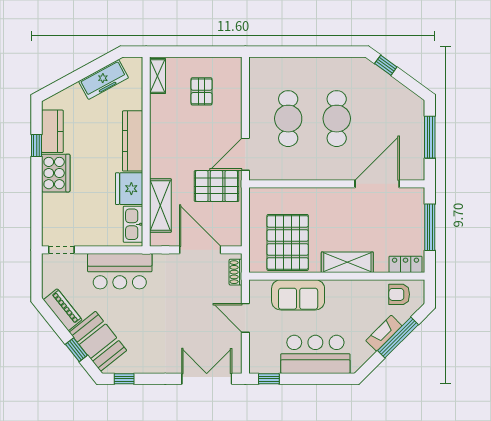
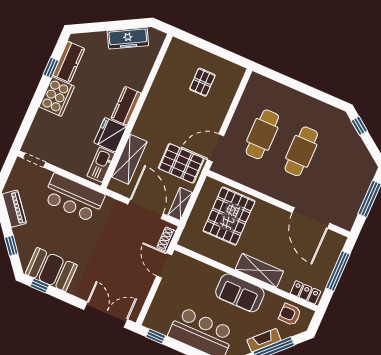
shelving: (158, 76) -> (180, 204), moved
kitchen counter: (133, 141) -> (126, 106), width x0.67
door: (377, 184) -> (311, 218), swing flipped
pallet: (288, 242) -> (229, 216), moved
sofa: (298, 295) -> (240, 293), moved
door: (245, 318) -> (164, 265), moved
booth: (98, 341) -> (51, 270), moved, turned -51

